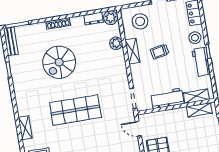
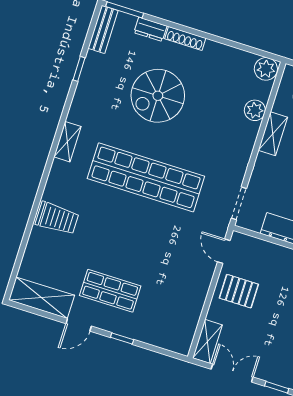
dresser: (94, 19) -> (150, 29), moved
shop shelf: (75, 110) -> (146, 177), width x1.40
shelving: (25, 128) -> (67, 142), moved

